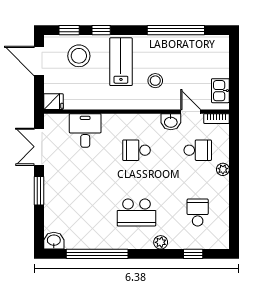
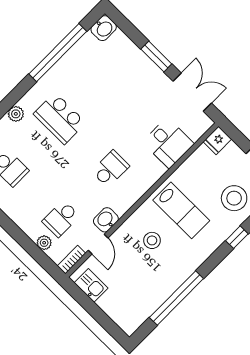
lab bench: (121, 62) -> (181, 210), moved
door: (191, 112) -> (98, 244), hinge flipped
plant: (223, 169) -> (44, 243), moved
school desk: (136, 212) -> (60, 118), turned -90

